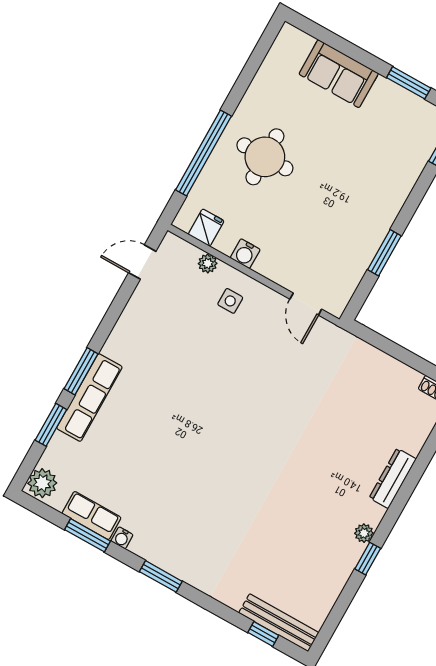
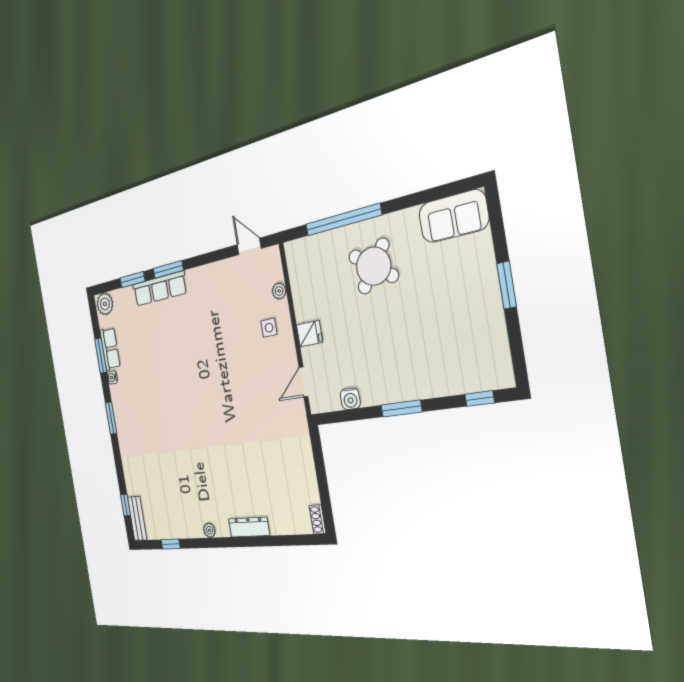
sofa: (339, 74) -> (453, 216), moved, turned -90
window: (409, 83) -> (507, 285), moved
round table: (265, 157) -> (374, 266), turned 36
fridge: (206, 228) -> (309, 334), moved
window: (384, 253) -> (401, 409), moved
water cooler: (245, 254) -> (350, 399), moved, turned -90
window: (368, 559) -> (171, 544), moved
bench: (279, 623) -> (137, 518), width x0.73

